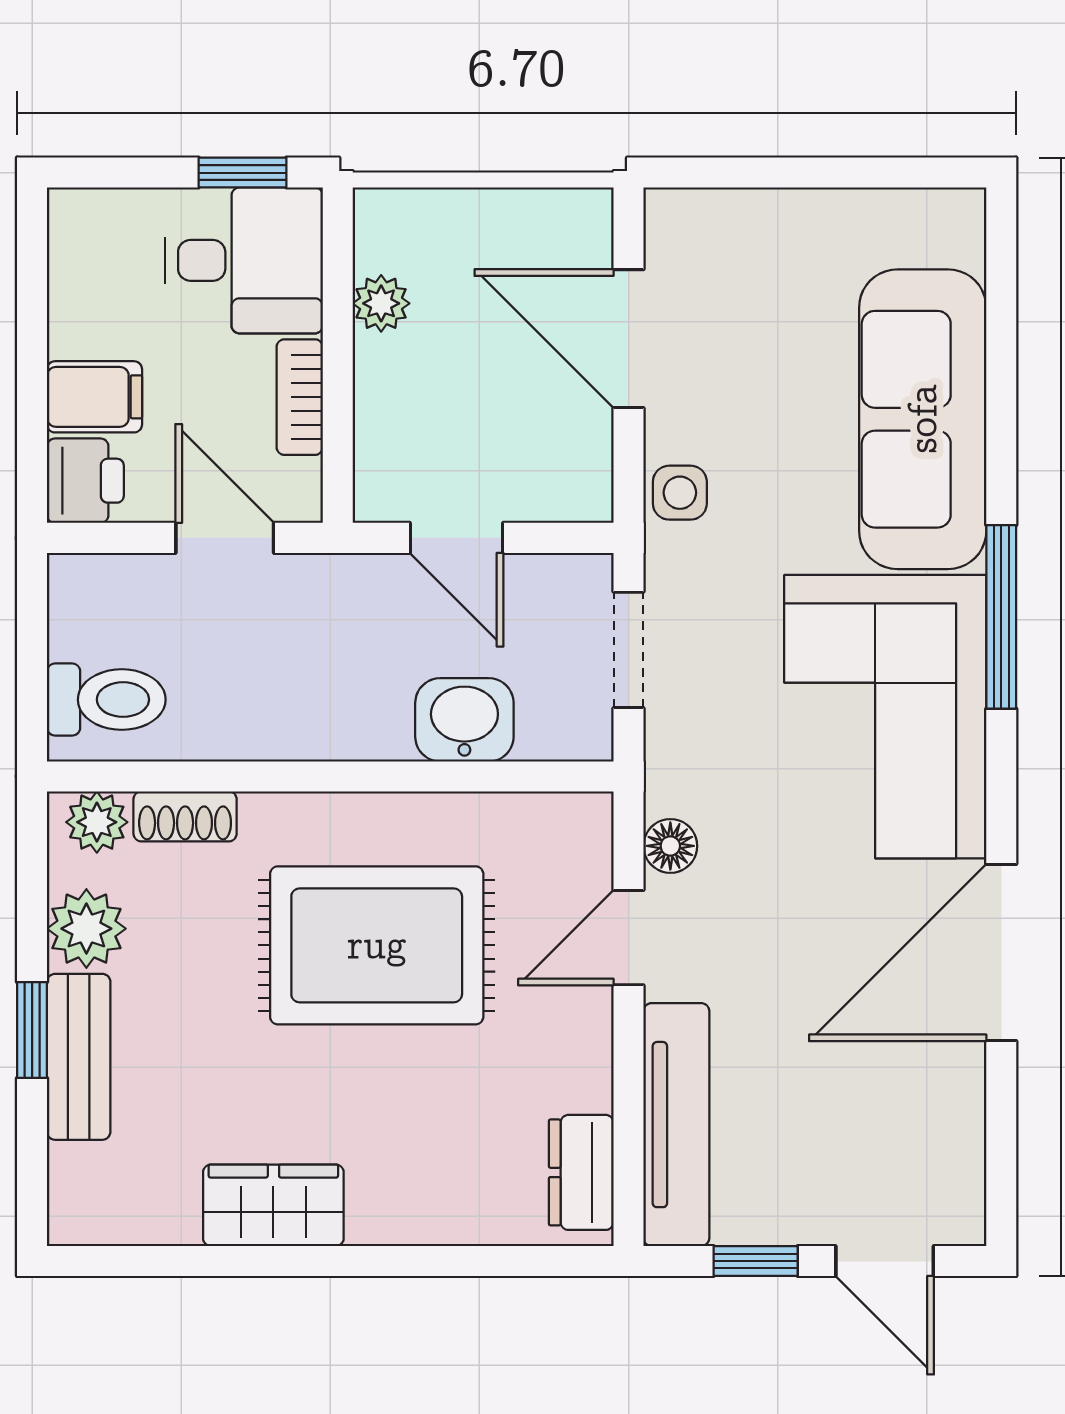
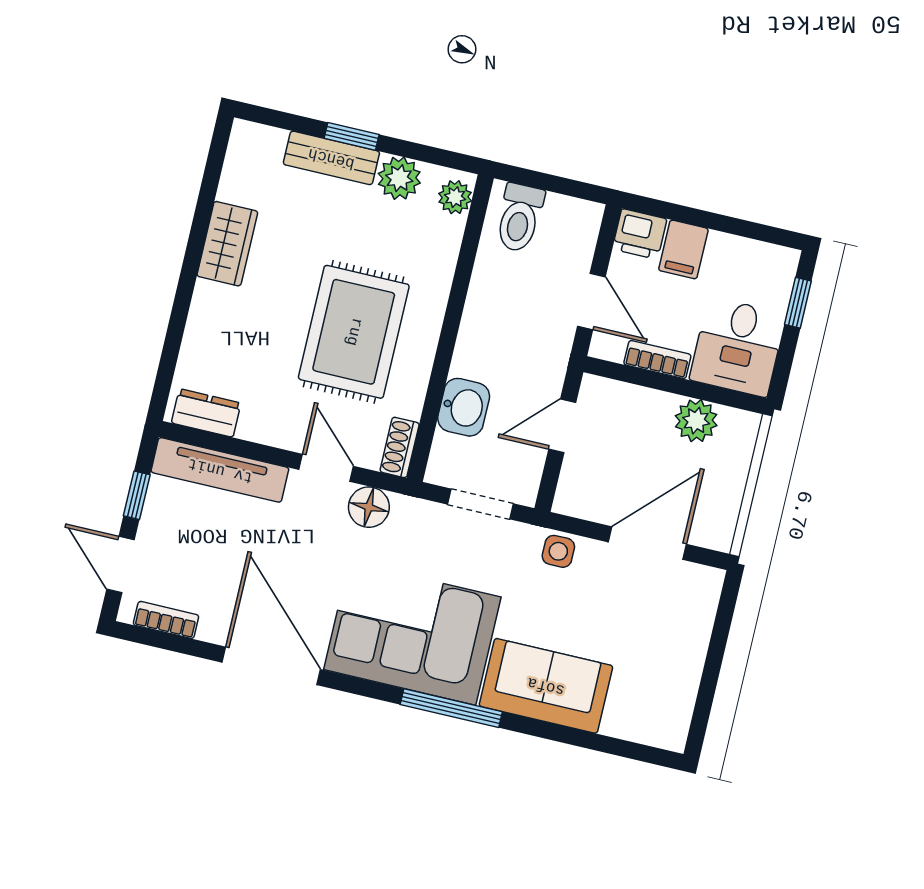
window: (243, 173) -> (798, 303), moved
plant: (381, 303) -> (696, 421), width x1.38, depth x1.38
sofa: (923, 419) -> (546, 686), width x0.73
door: (225, 538) -> (591, 302), hinge flipped
shoe rack: (185, 816) -> (400, 447), moved
floor lamp: (670, 846) -> (369, 507), width x1.37, depth x1.37
bookcase: (964, 1158) -> (166, 620), added
door: (885, 1261) -> (121, 564), hinge flipped

